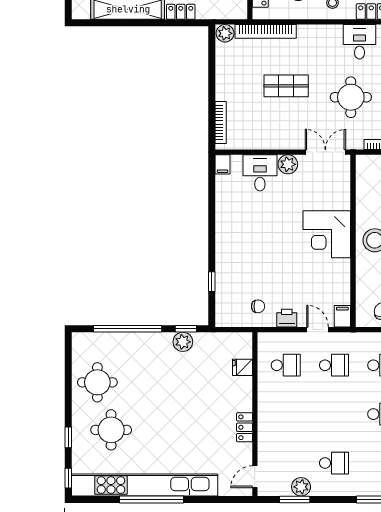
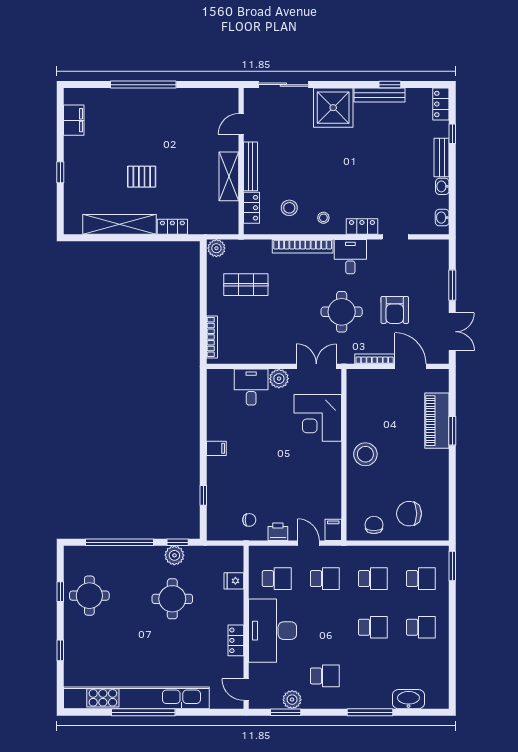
bookcase: (266, 31) -> (303, 246), moved
shop shelf: (286, 86) -> (246, 285), moved
filing cabinet: (223, 164) -> (216, 448), moved, turned -90
corner desk: (327, 234) -> (318, 418), moved
desk: (281, 418) -> (273, 631), added
round table: (111, 430) -> (172, 599), moved
door: (255, 477) -> (246, 690), hinge flipped
window: (68, 478) -> (60, 592), moved

